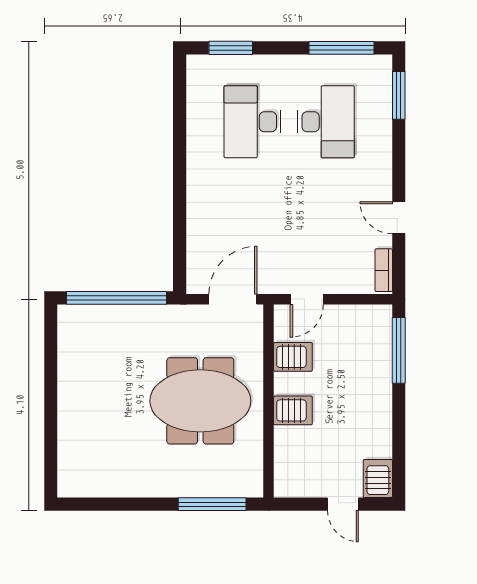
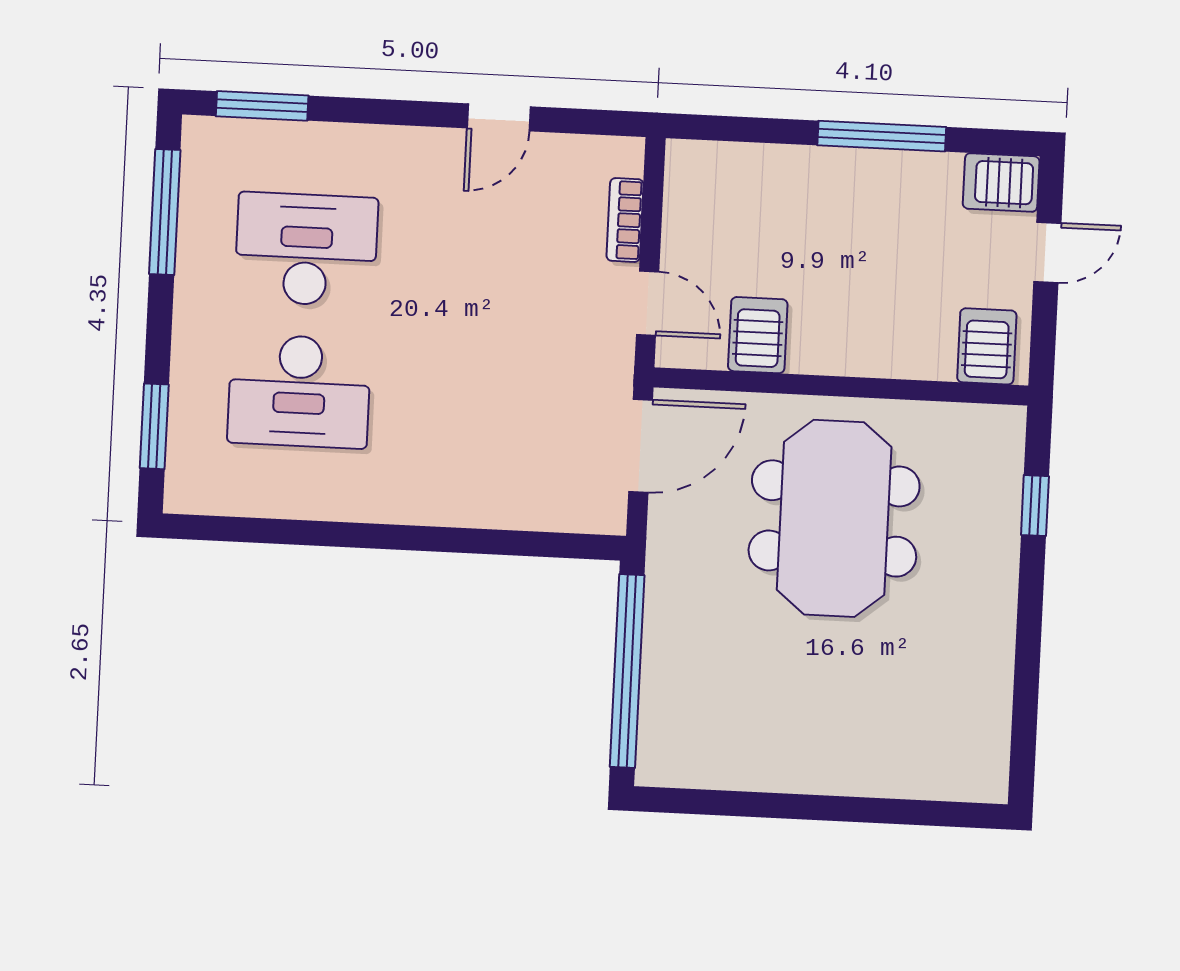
bookcase: (384, 270) -> (625, 220), moved, turned 90
door: (233, 299) -> (641, 446), swing flipped
window: (399, 350) -> (882, 136), moved
server rack: (293, 410) -> (987, 346), moved
window: (212, 504) -> (1035, 506), width x0.46

